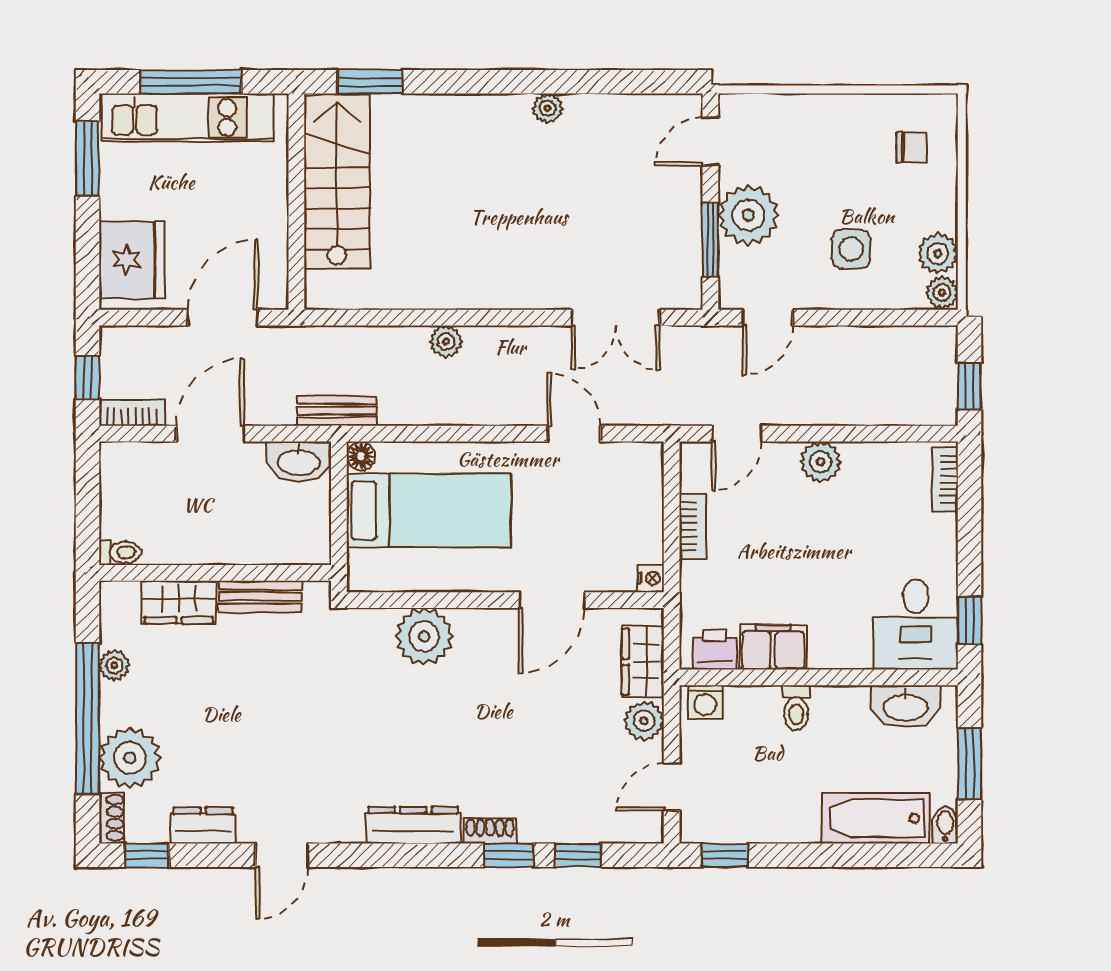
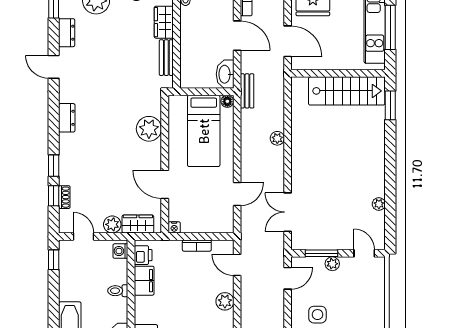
plant: (548, 108) -> (379, 204), moved
plant: (748, 215) -> (332, 264), width x0.53, depth x0.53
door: (768, 318) -> (288, 278), swing flipped
dresser: (413, 825) -> (67, 118), width x0.70
shoe rack: (490, 831) -> (64, 197), moved

